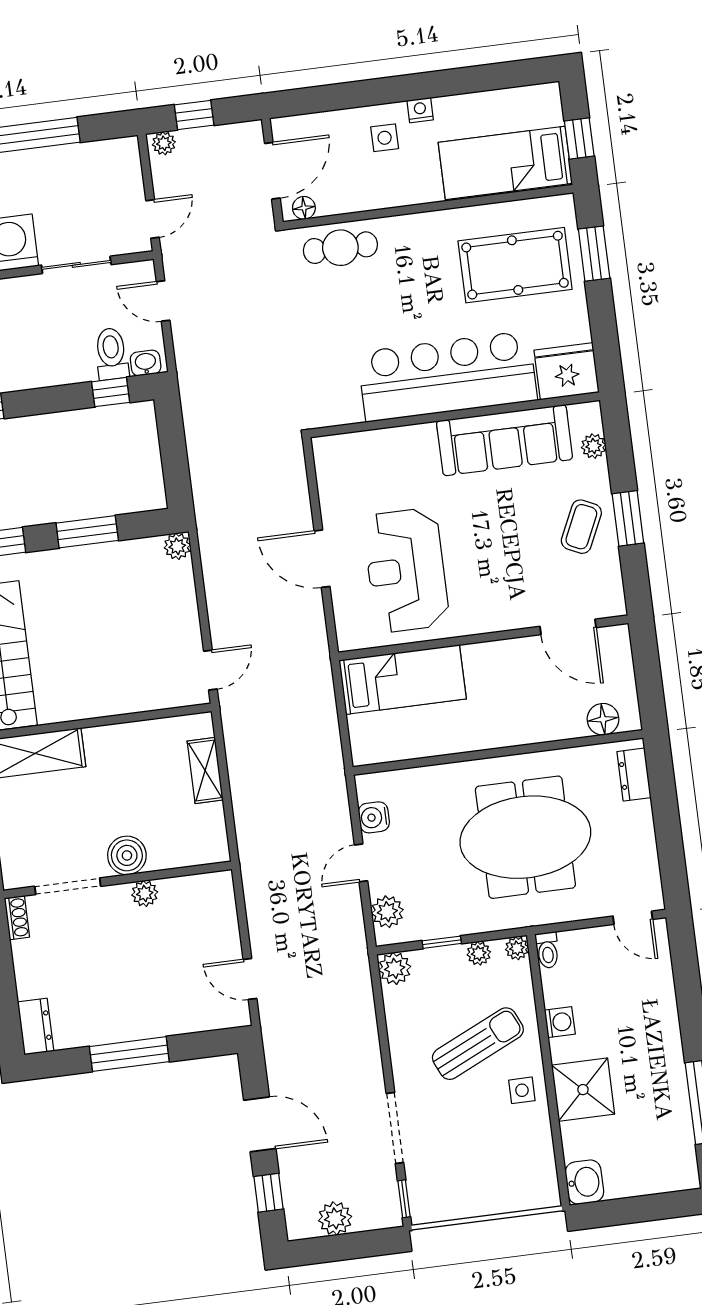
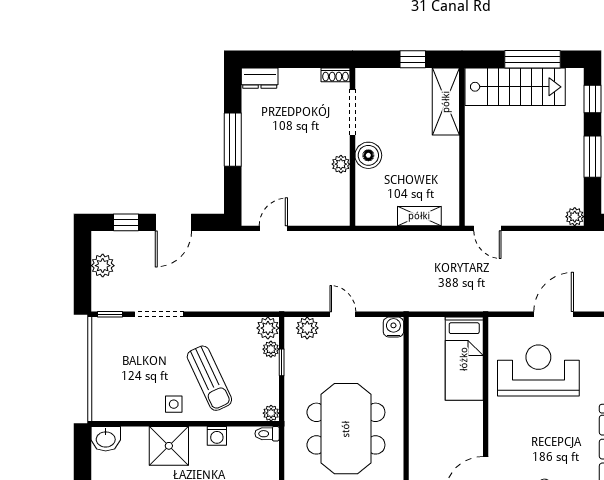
water cooler: (374, 817) -> (393, 327), moved
plant: (479, 953) -> (271, 349), moved

